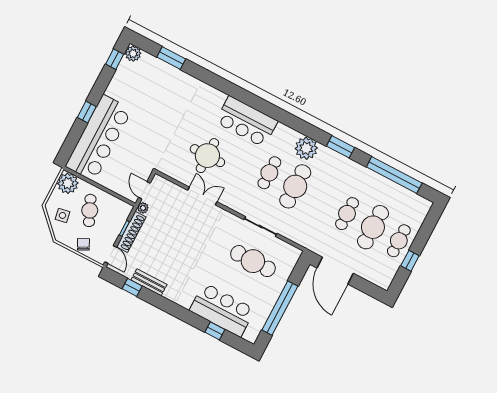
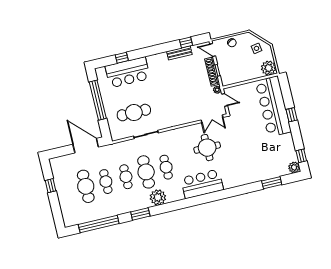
double door: (202, 196) -> (212, 119), moved
cafe table: (90, 210) -> (244, 64), removed
cafe table: (399, 241) -> (126, 177), moved

